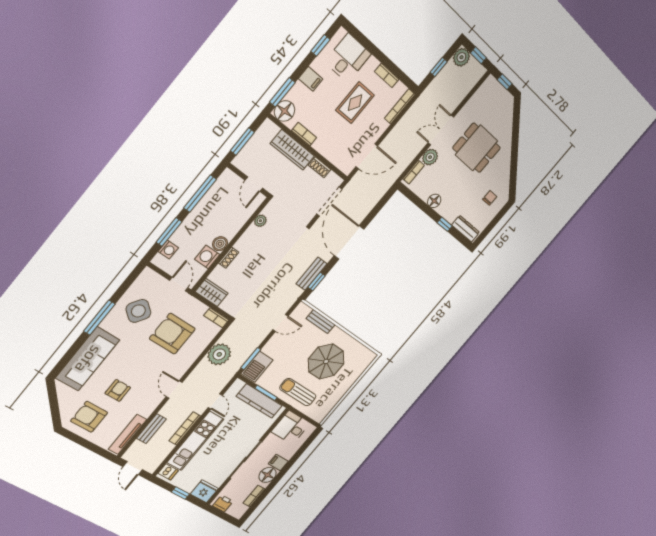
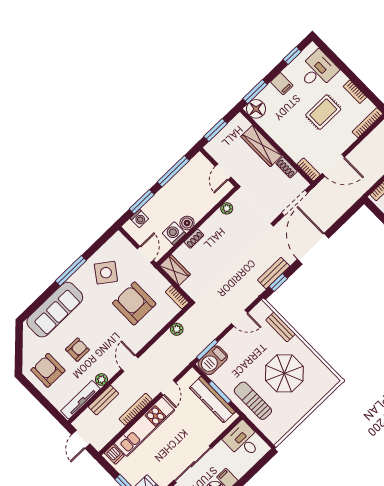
bookcase: (304, 134) -> (309, 170), moved
plant: (219, 354) -> (177, 329), width x0.53, depth x0.53
plant: (147, 411) -> (101, 379), added

